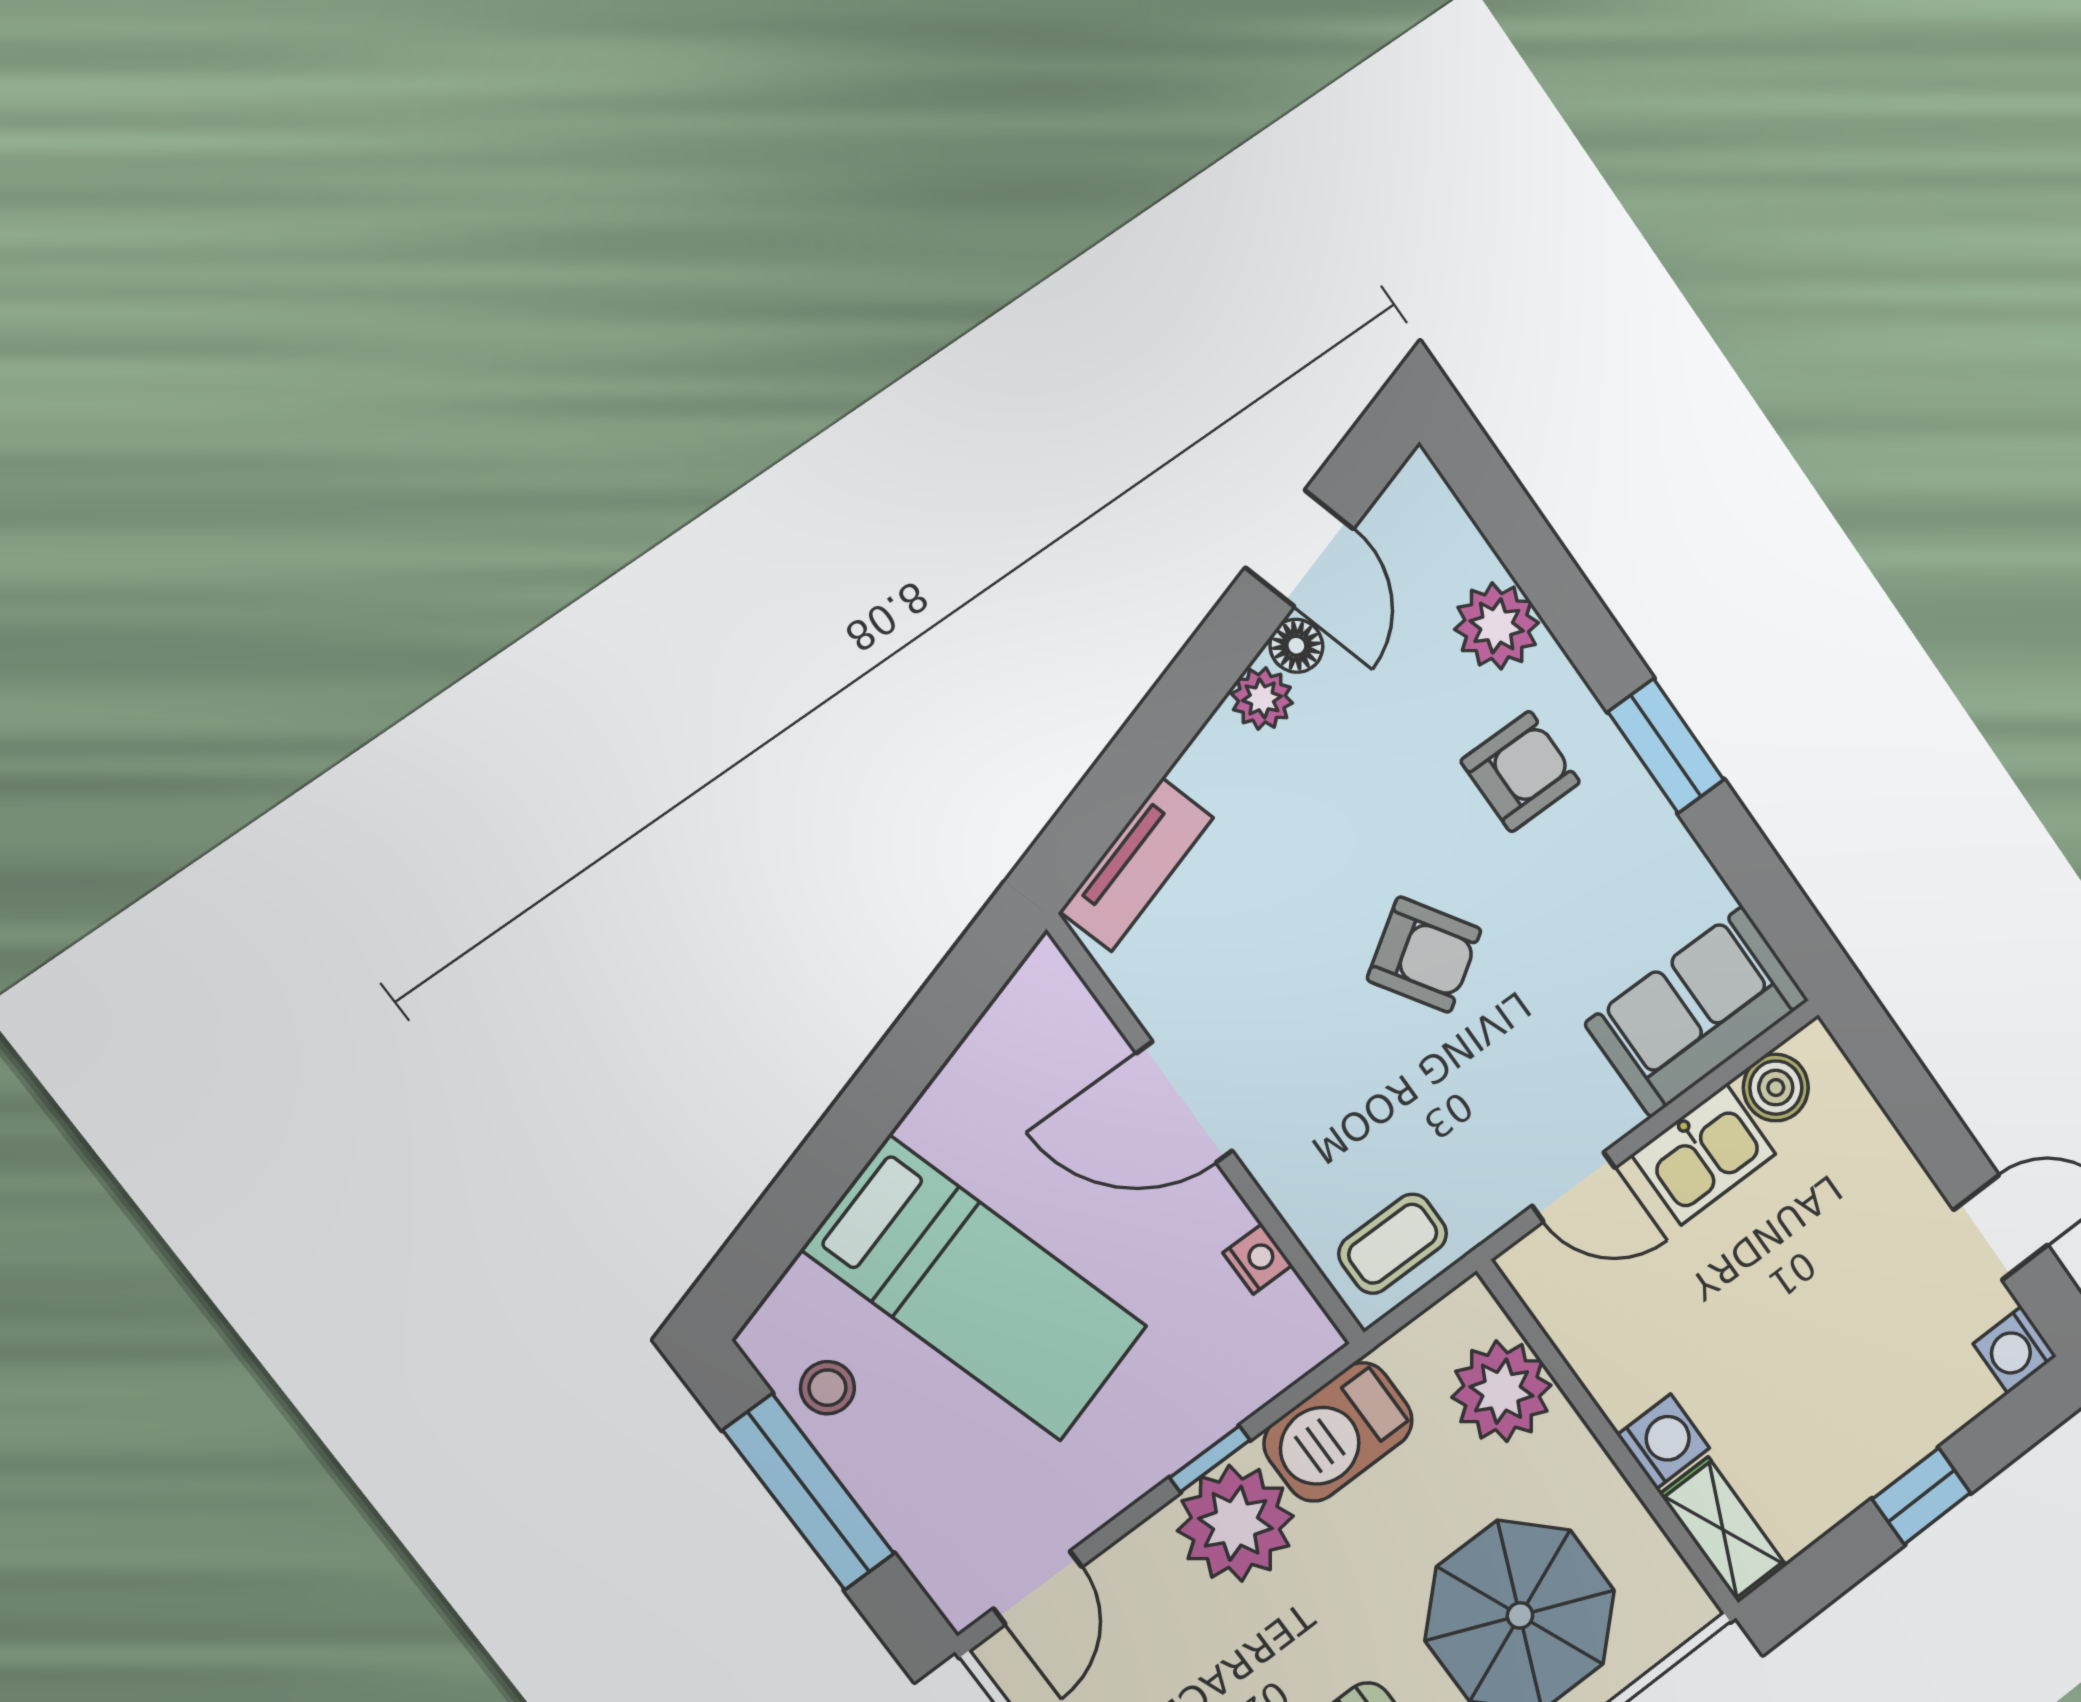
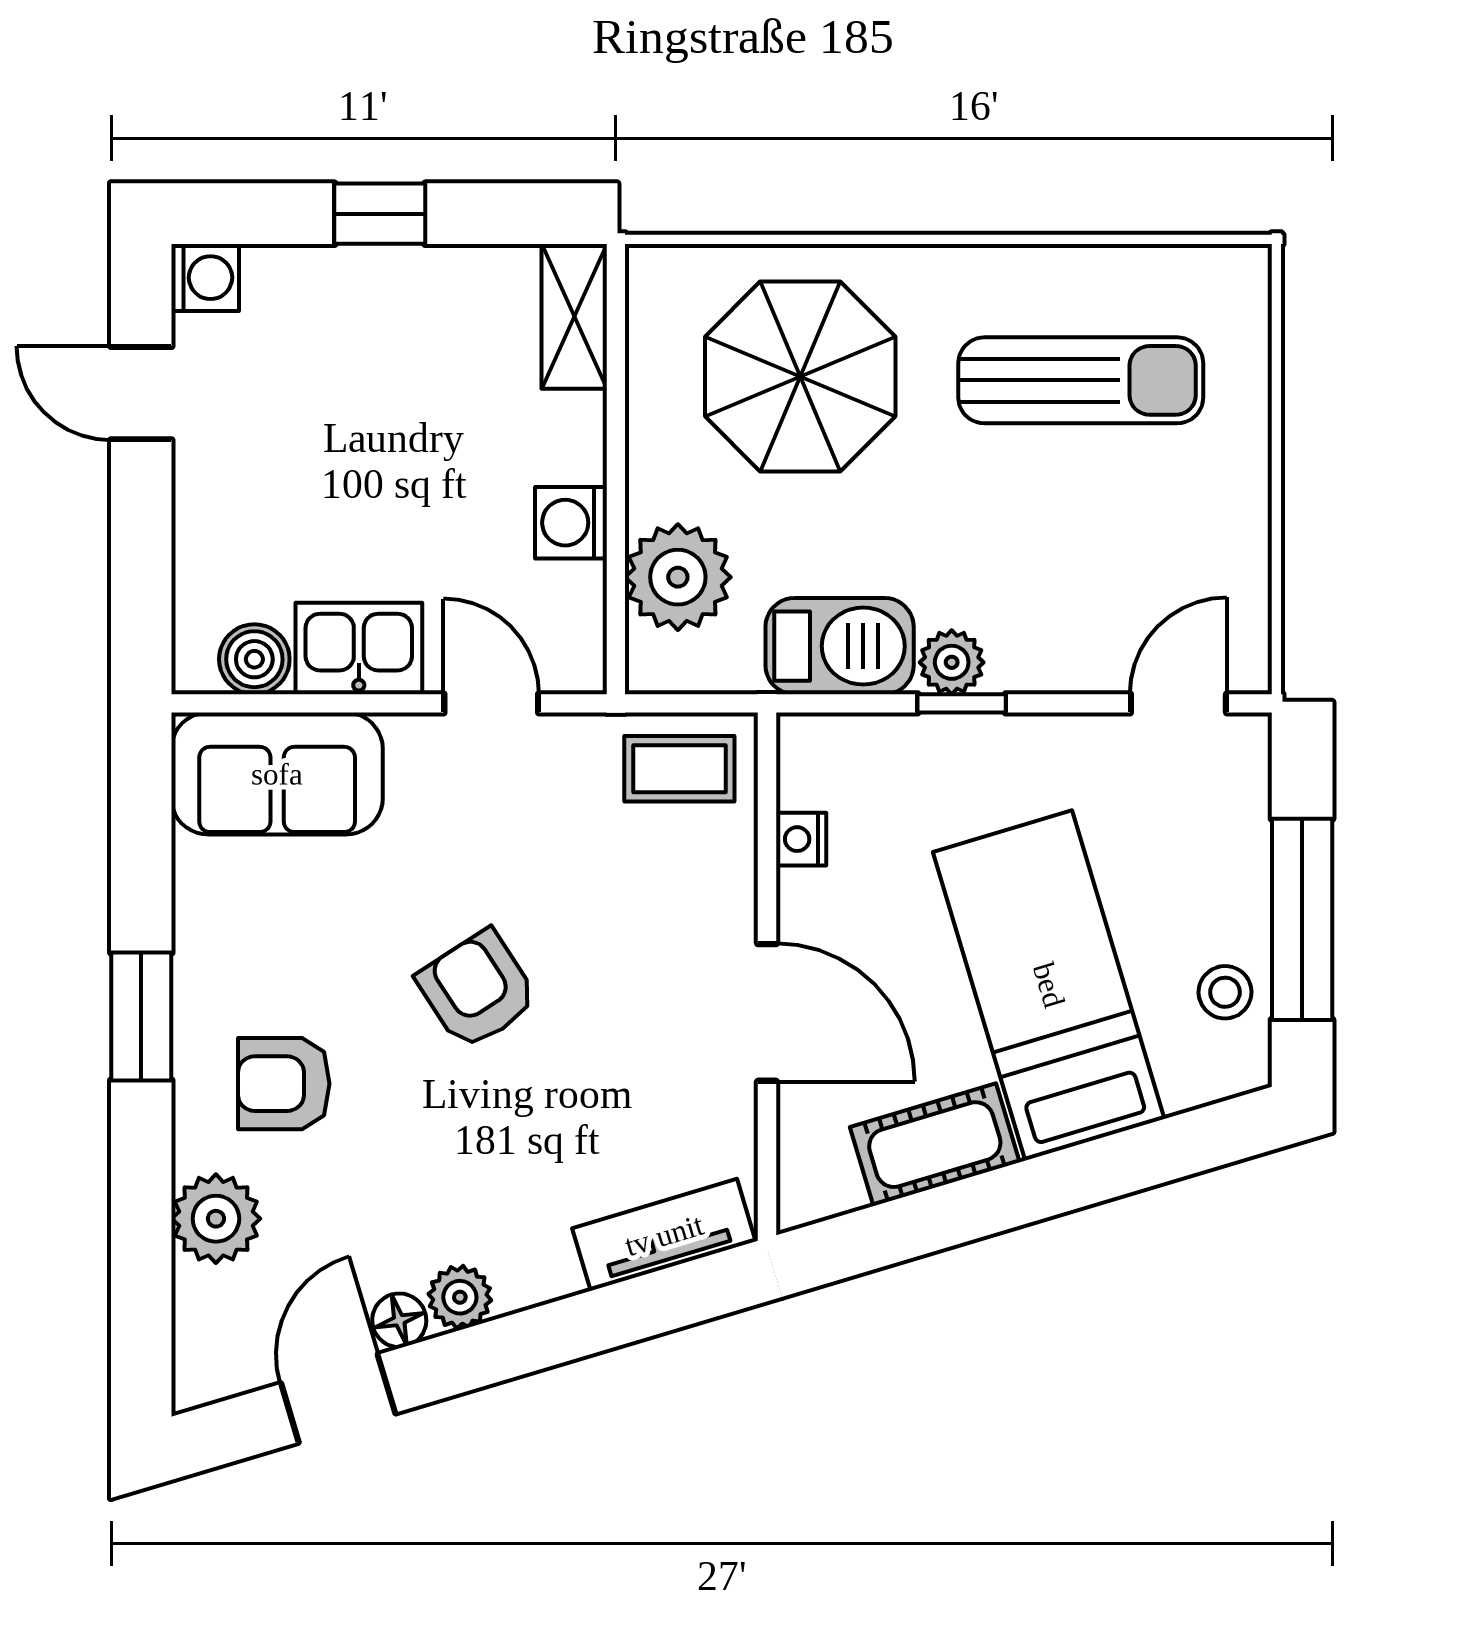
cot: (972, 1094) -> (935, 1145), added
washing machine: (1663, 1442) -> (571, 523), moved
plant: (1236, 1523) -> (952, 662), width x0.53, depth x0.53

